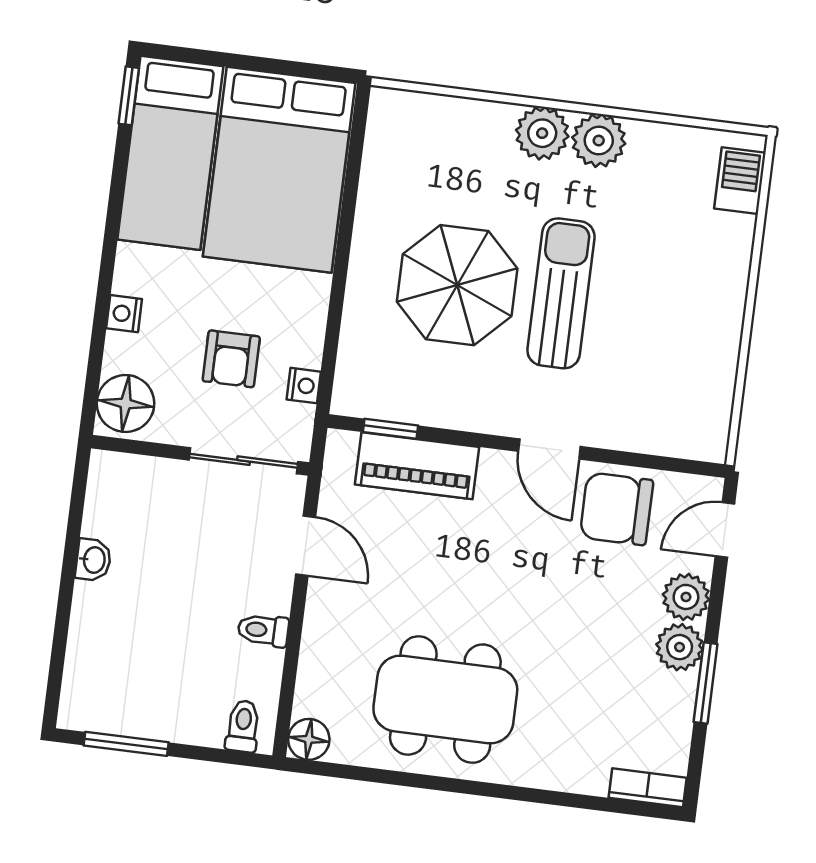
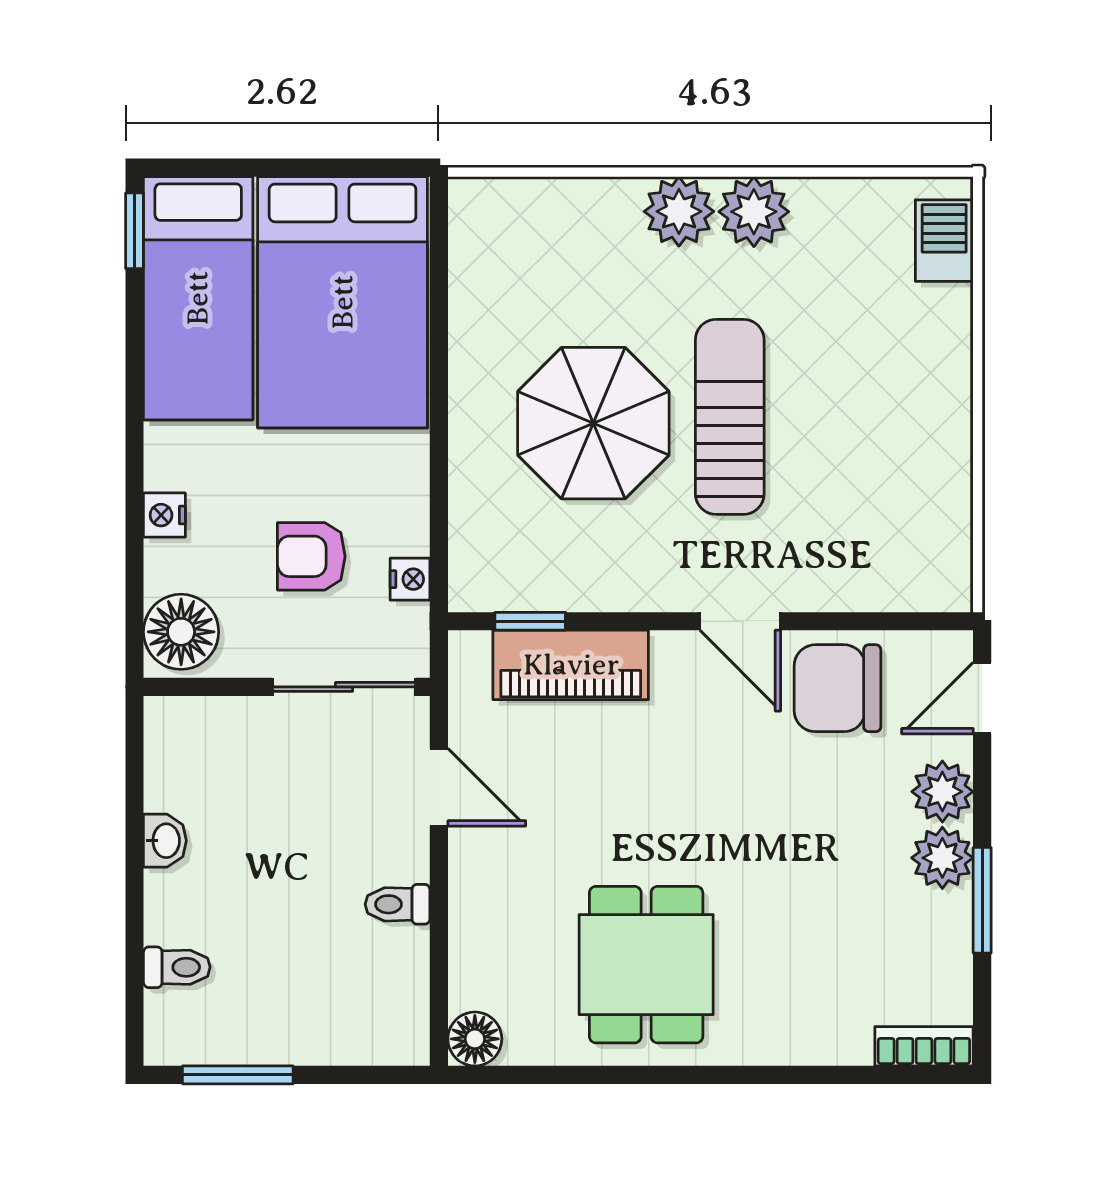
armchair: (231, 359) -> (311, 556), turned 90
dining table: (445, 700) -> (646, 965), width x0.73
toilet: (243, 726) -> (177, 967), moved, turned 90

